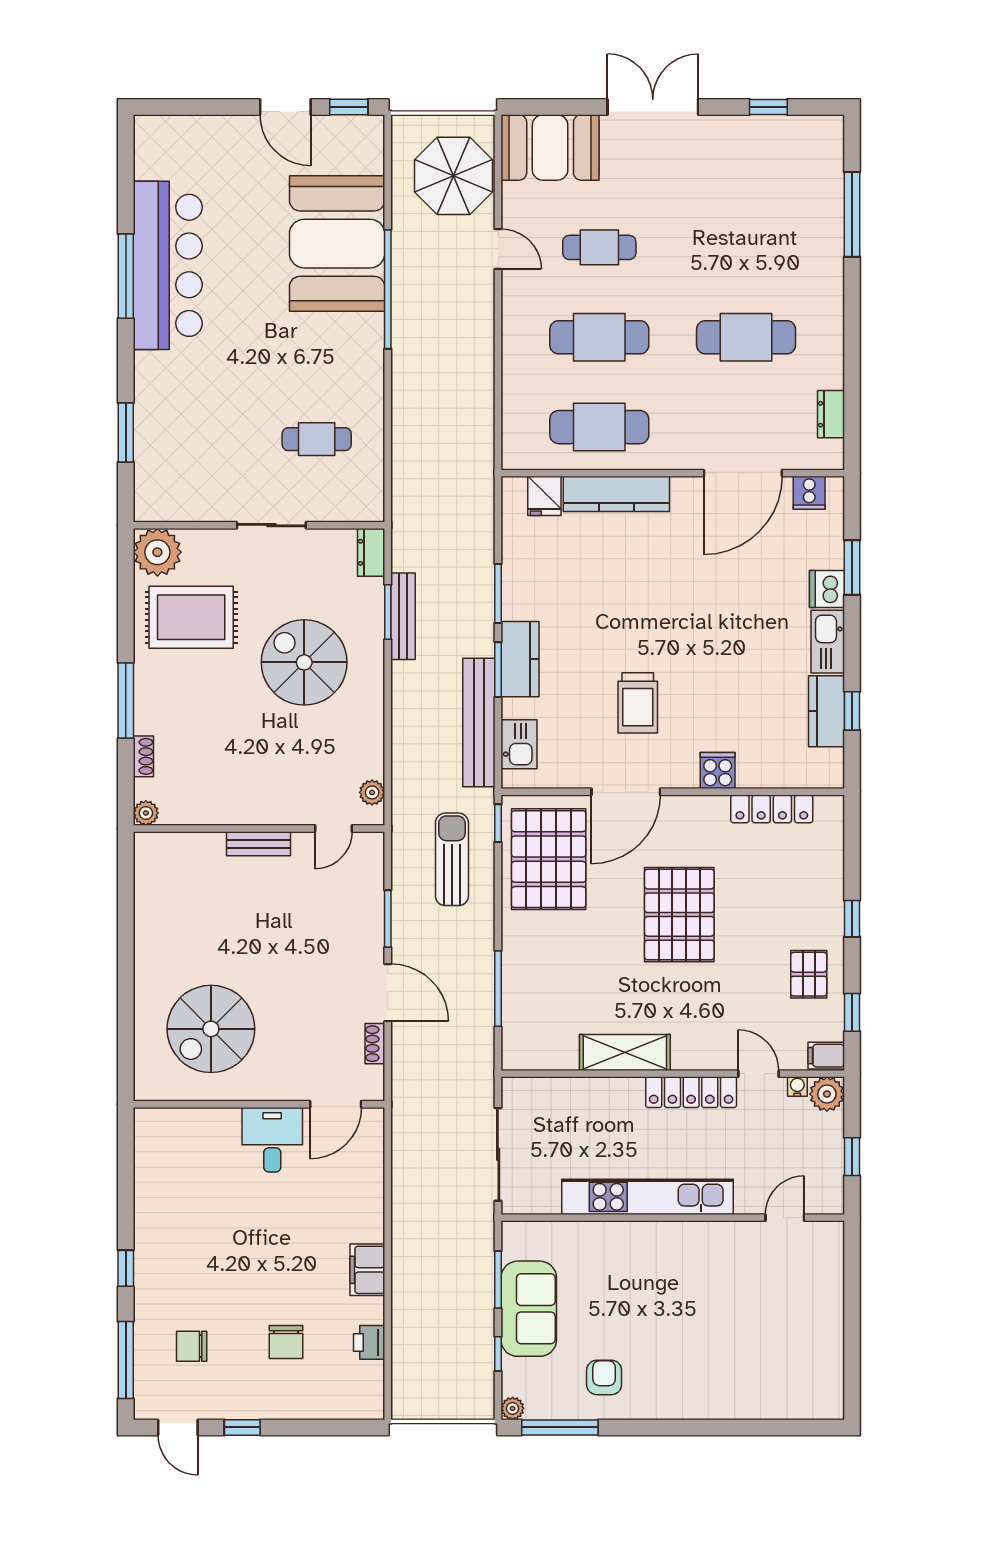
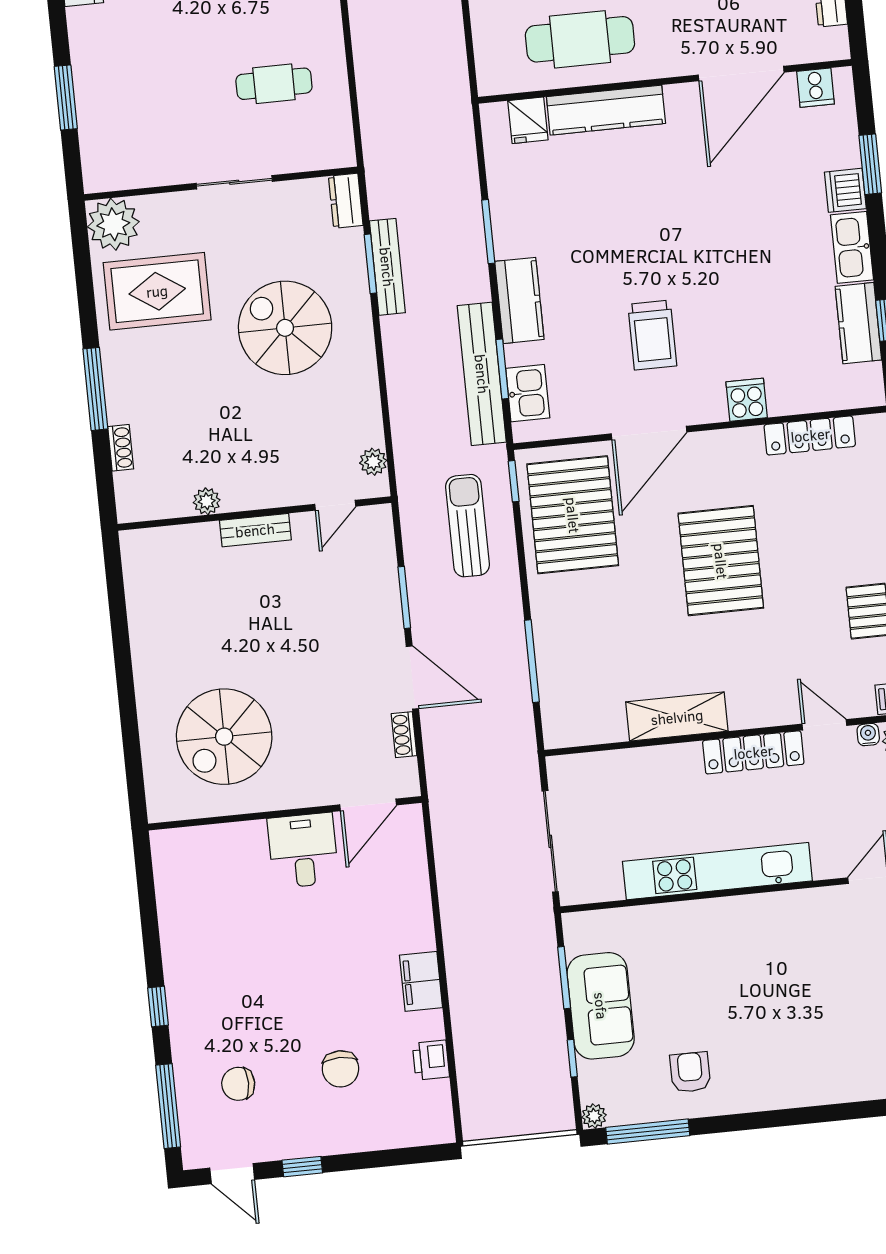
window: (498, 670) -> (502, 369), moved
plant: (146, 813) -> (207, 501), moved

